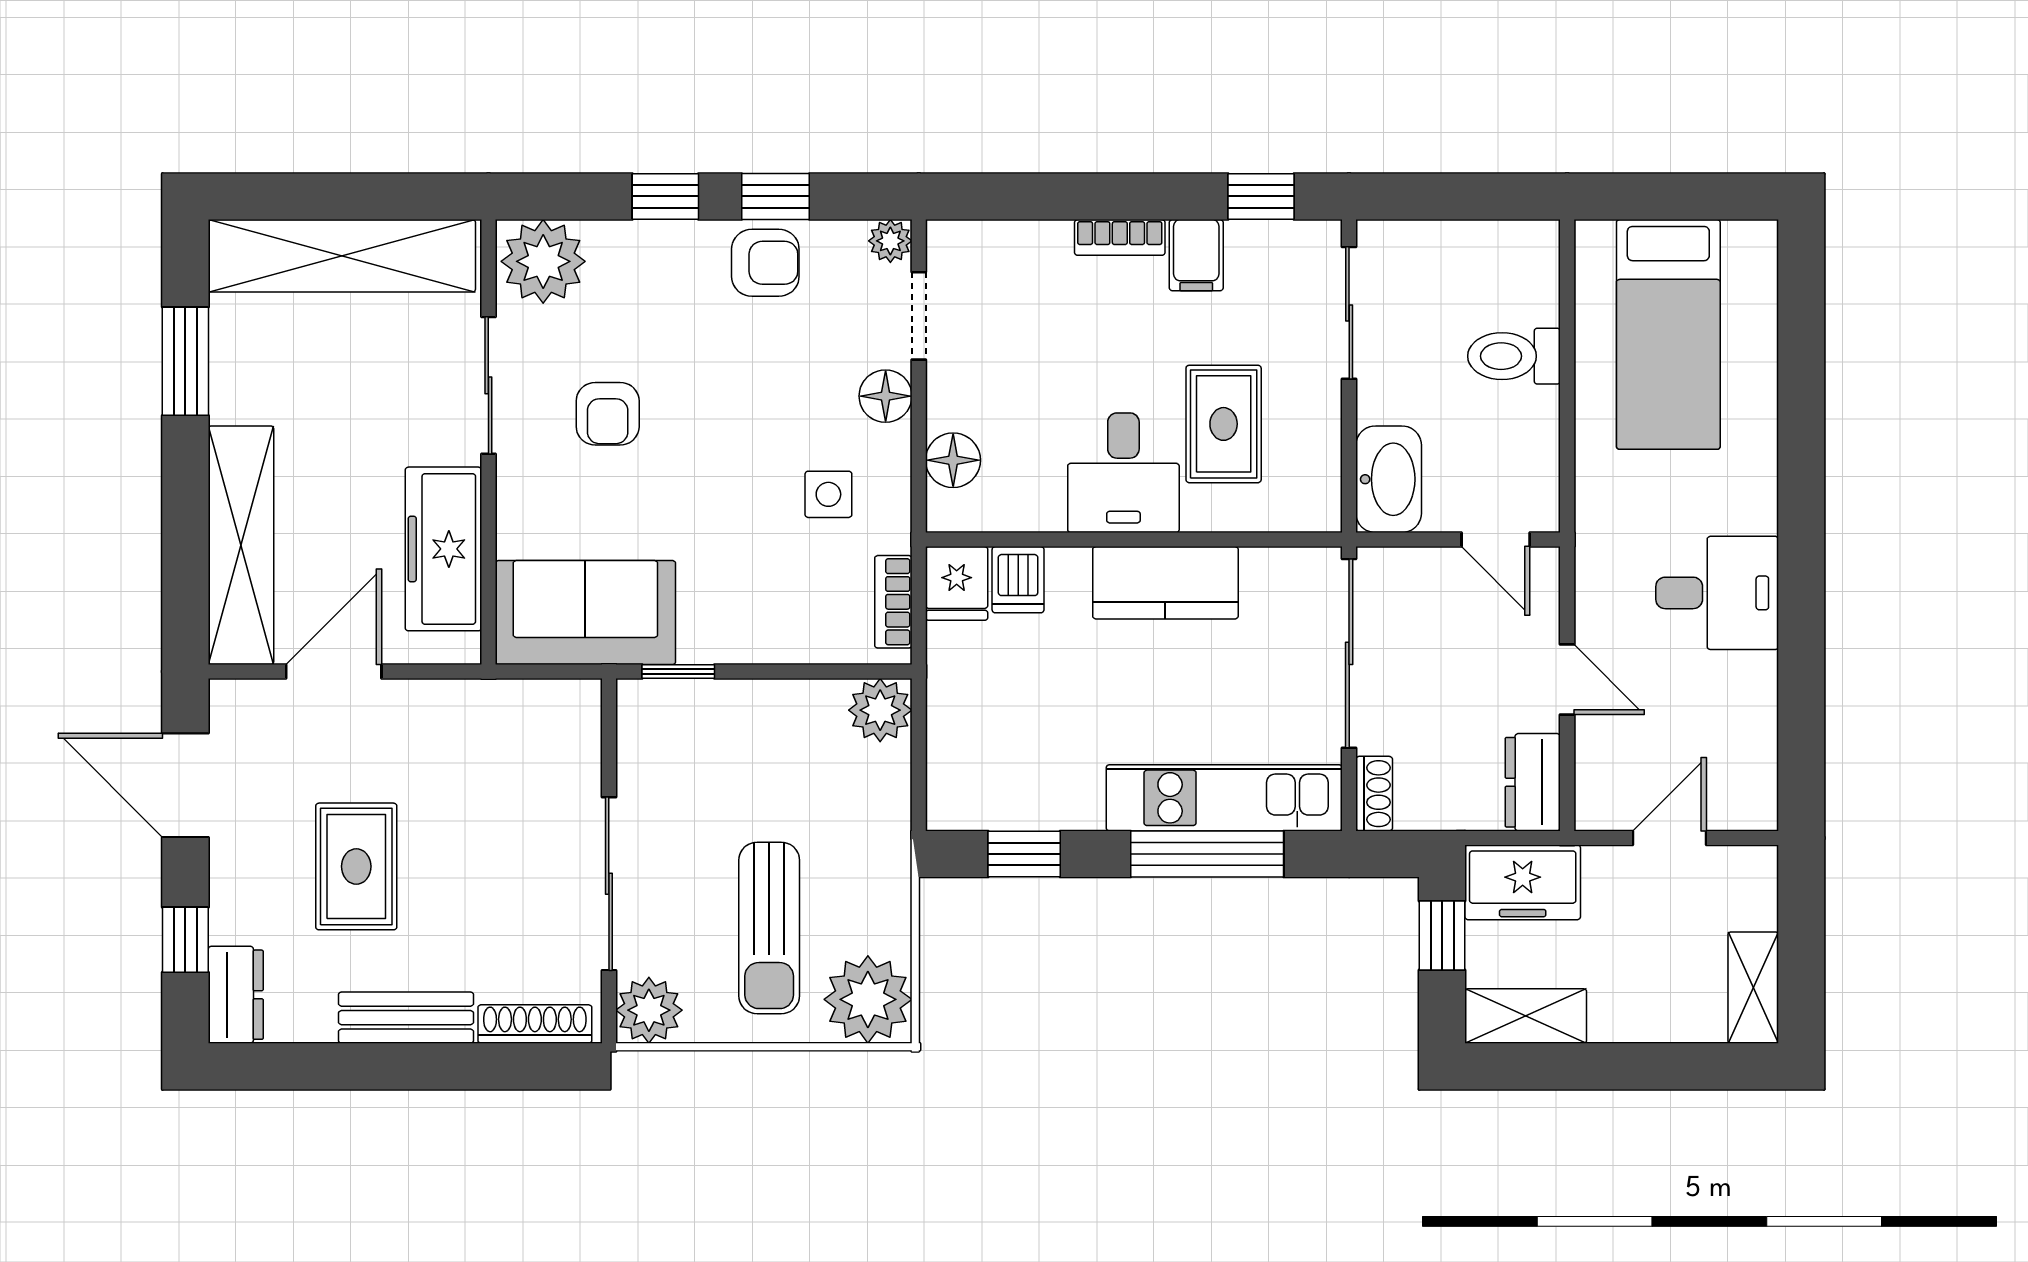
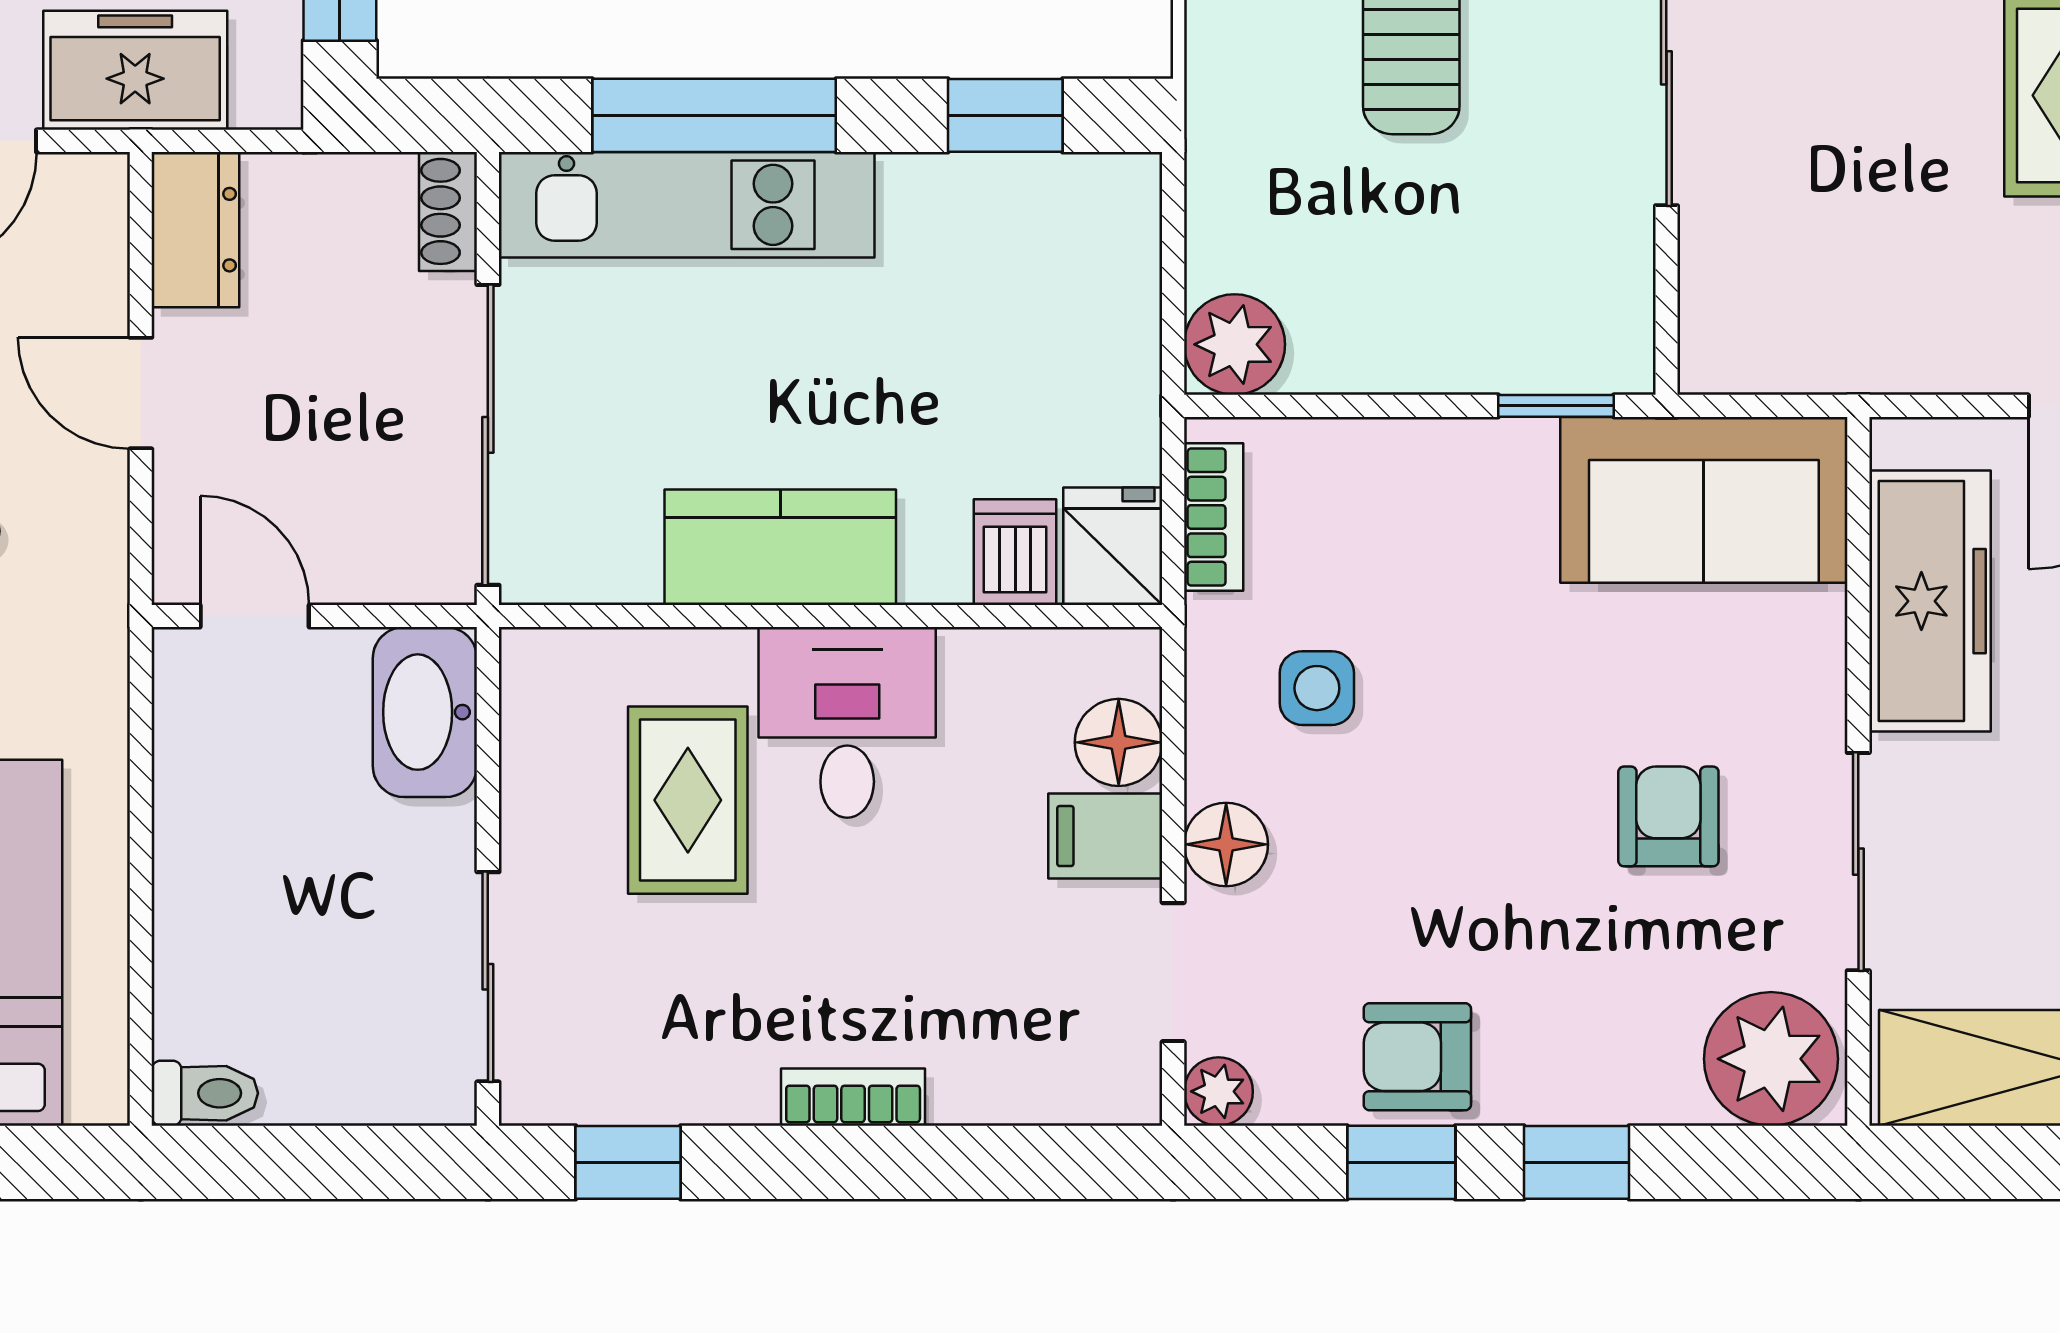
filing cabinet: (1196, 255) -> (1105, 836), moved, turned -90
toilet: (1514, 356) -> (205, 1093), moved, width x0.73, depth x0.72
freezer: (1523, 882) -> (135, 70), moved

